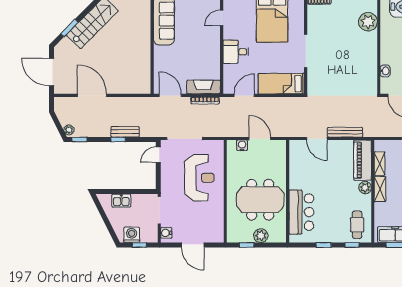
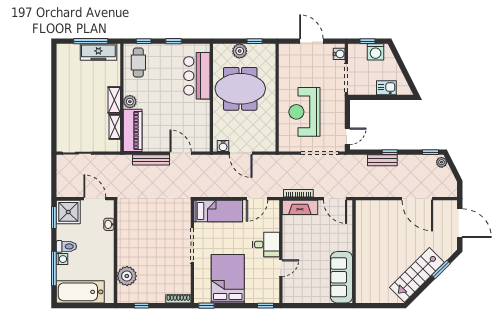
door: (222, 18) -> (281, 268), moved
water cooler: (242, 145) -> (223, 146), moved

